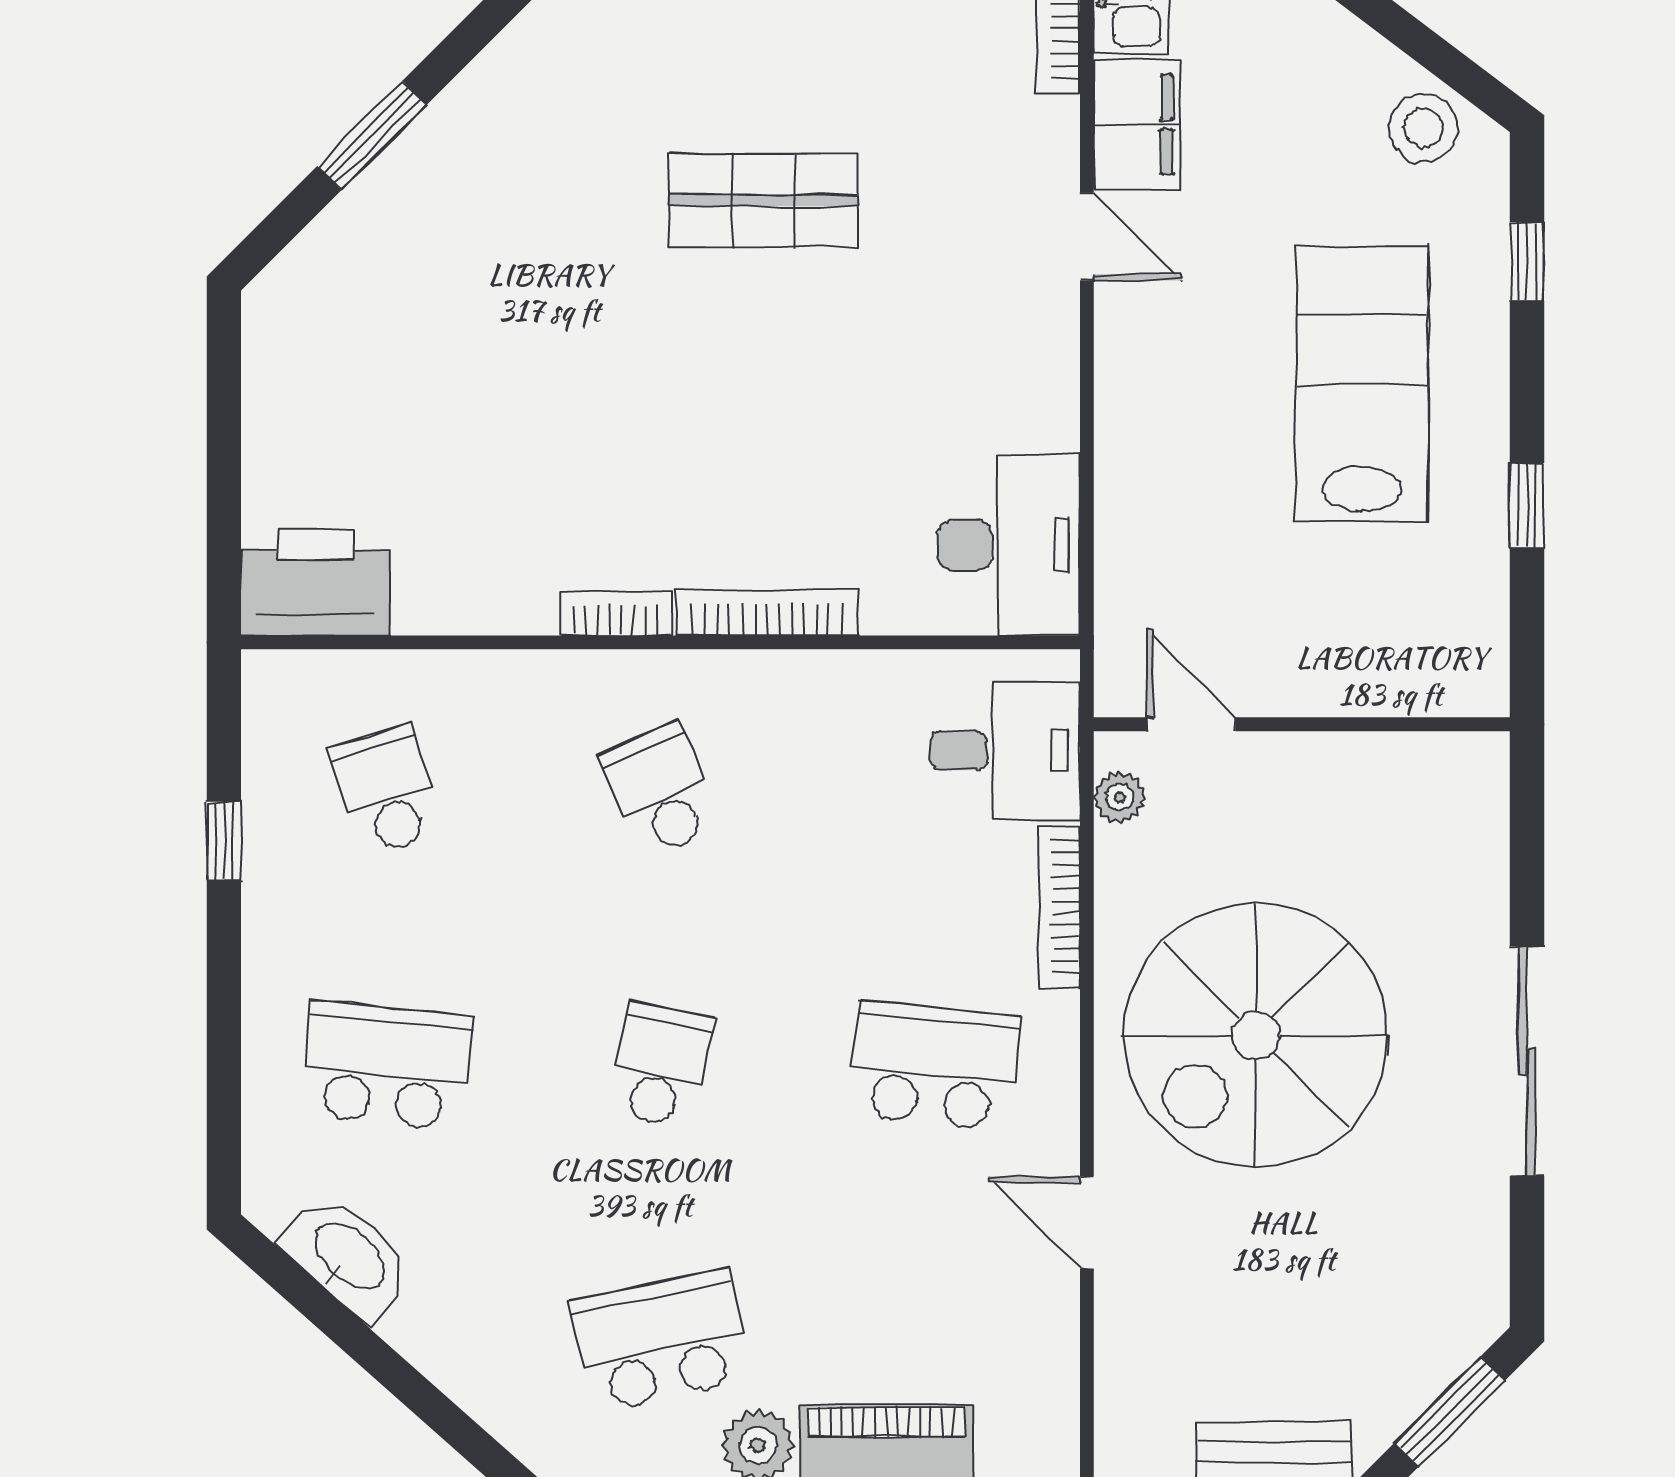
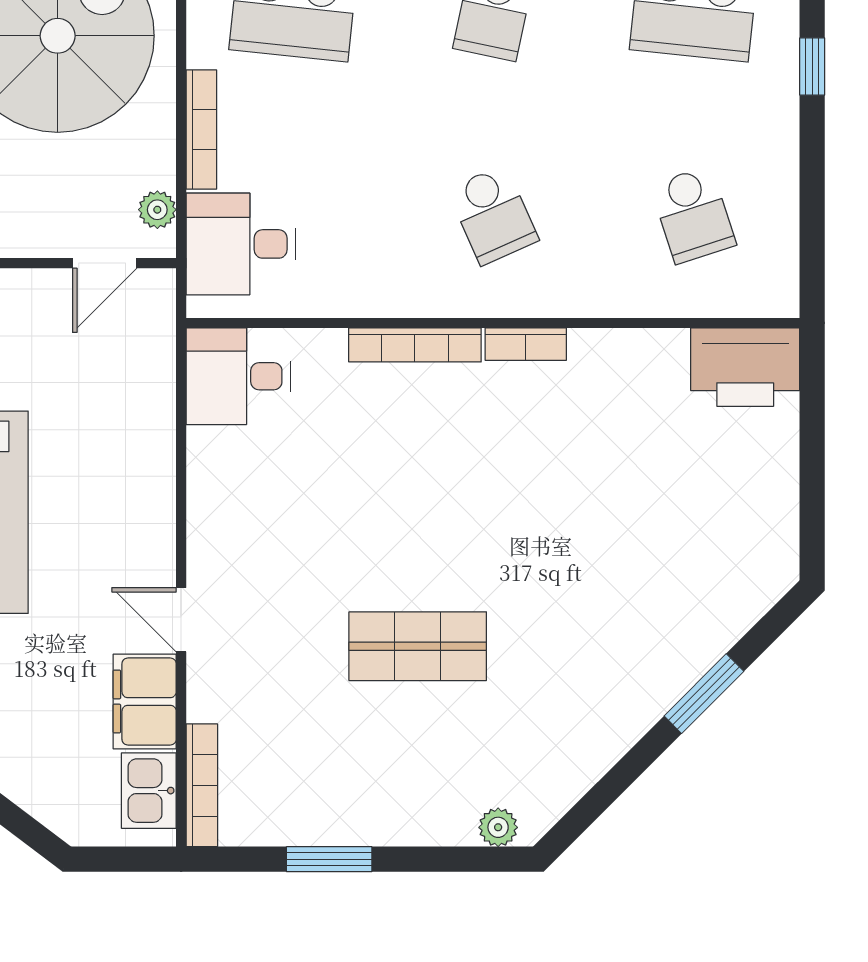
desk: (1009, 545) -> (238, 376), width x0.73
door: (1191, 724) -> (105, 263), hinge flipped
window: (224, 841) -> (812, 67), moved

